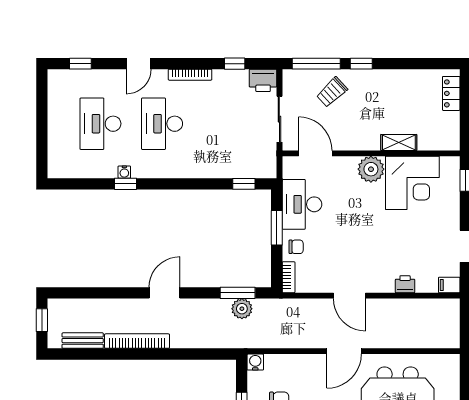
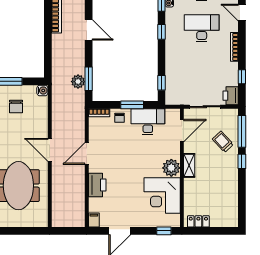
locker: (451, 93) -> (198, 221), moved
shelving: (399, 142) -> (189, 165), moved
window: (167, 184) -> (162, 32), added
printer: (405, 284) -> (97, 185), width x1.87, depth x1.48

